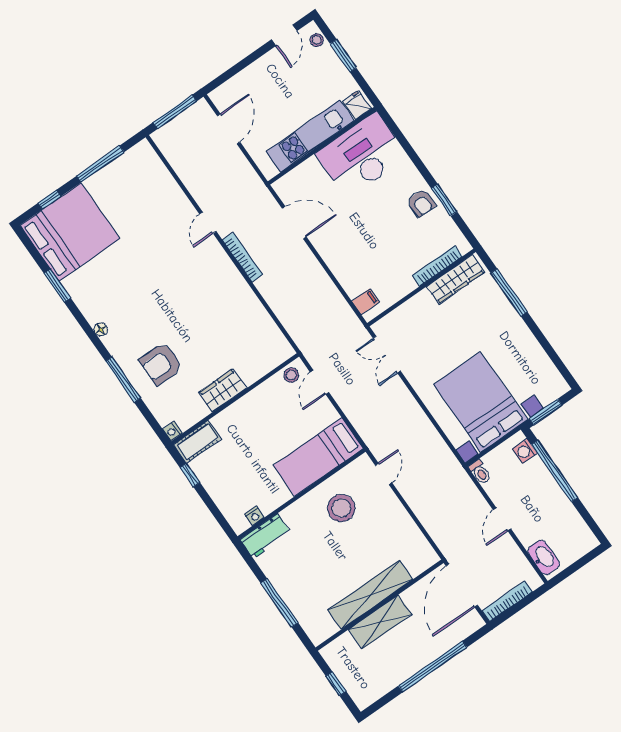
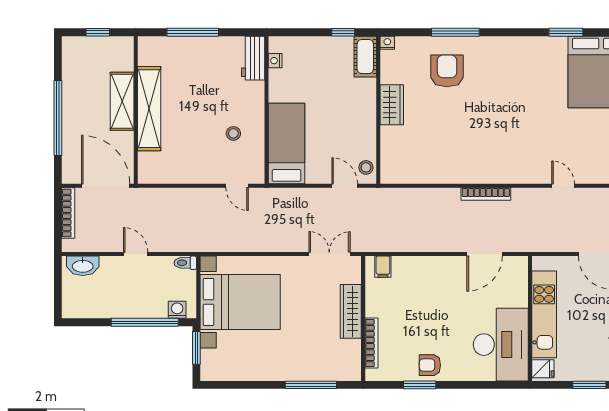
door: (208, 223) -> (563, 186), moved
wardrobe: (455, 279) -> (351, 311), moved
floor lamp: (101, 329) -> (507, 42), removed
stool: (341, 508) -> (233, 133), width x0.53, depth x0.53

